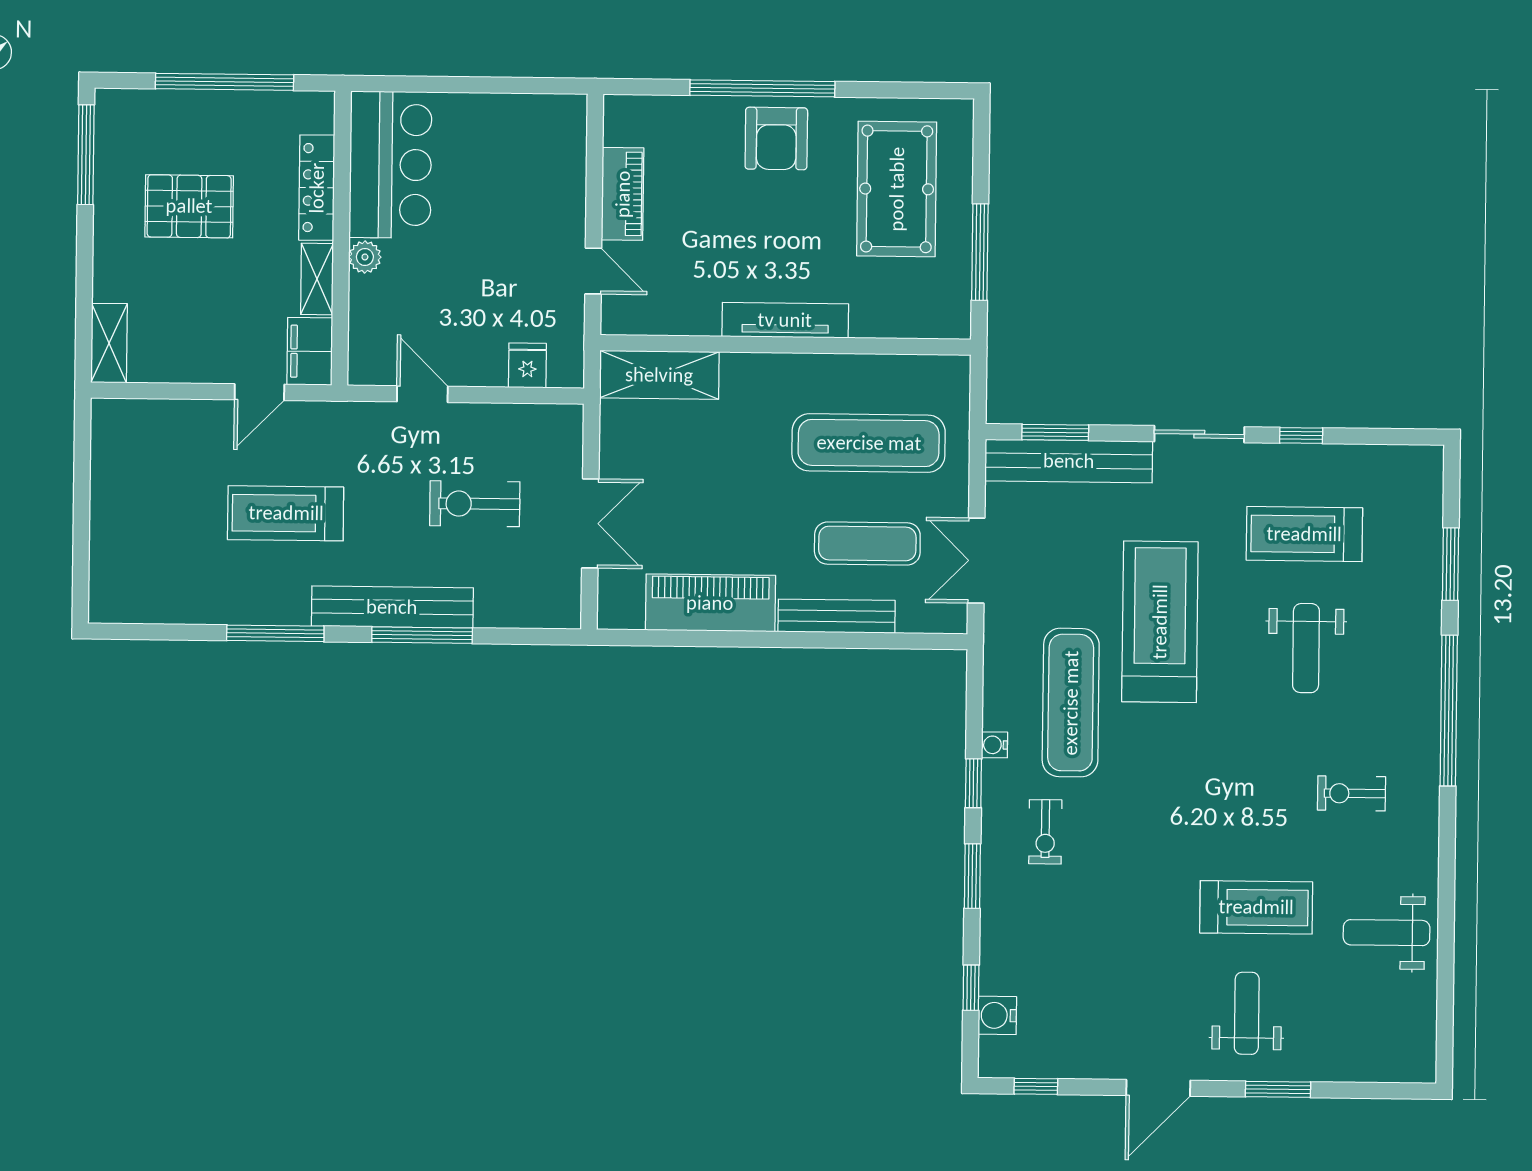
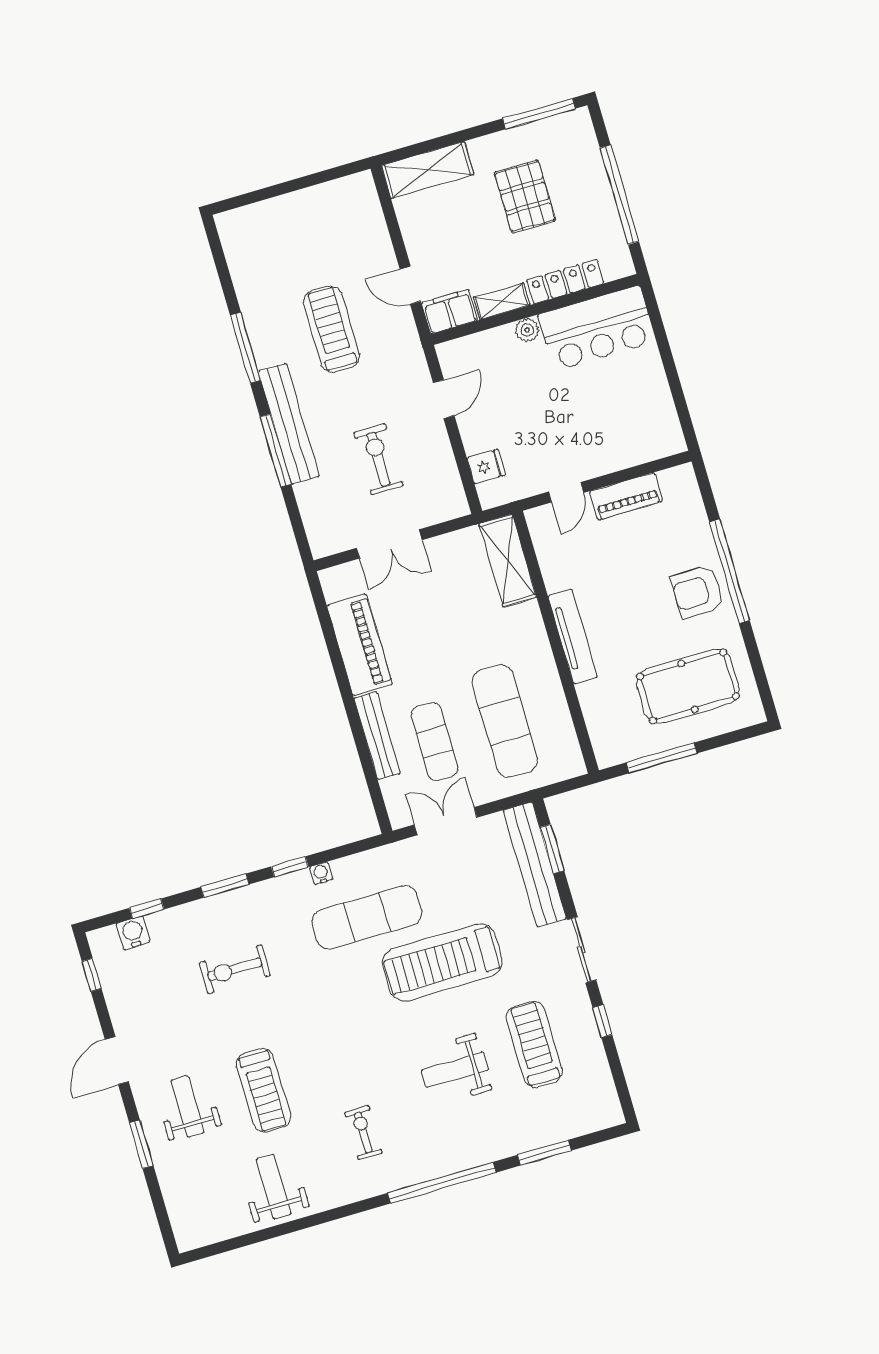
shelving: (109, 343) -> (428, 170), width x1.50, depth x1.33
treadmill: (1160, 622) -> (442, 962), turned 180
exercise bike: (1045, 832) -> (235, 969), moved, width x1.38, depth x1.39
weight bench: (1247, 1013) -> (188, 1106), turned -90
door: (1158, 1088) -> (117, 1061), hinge flipped

